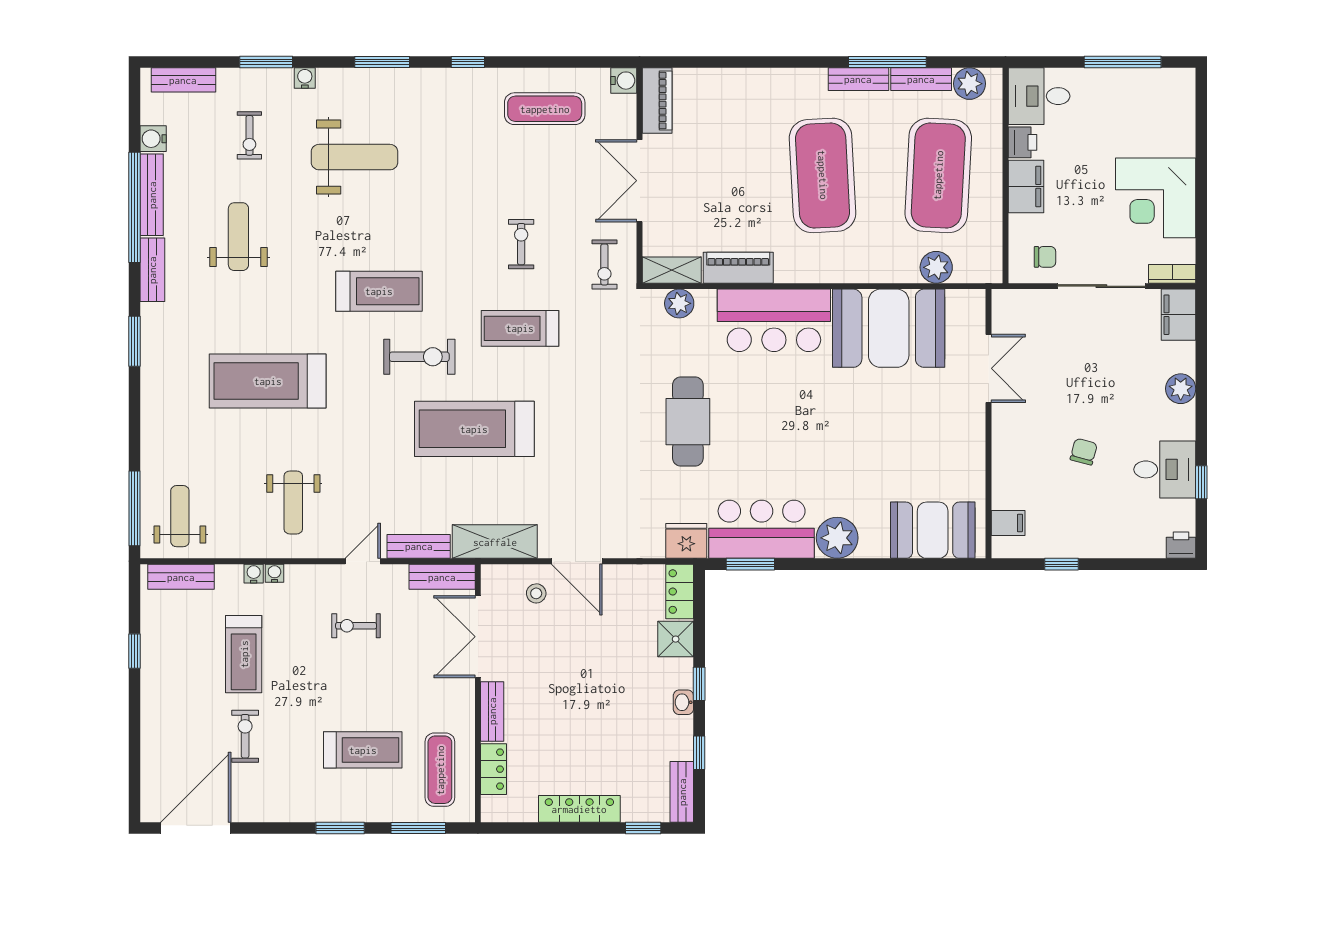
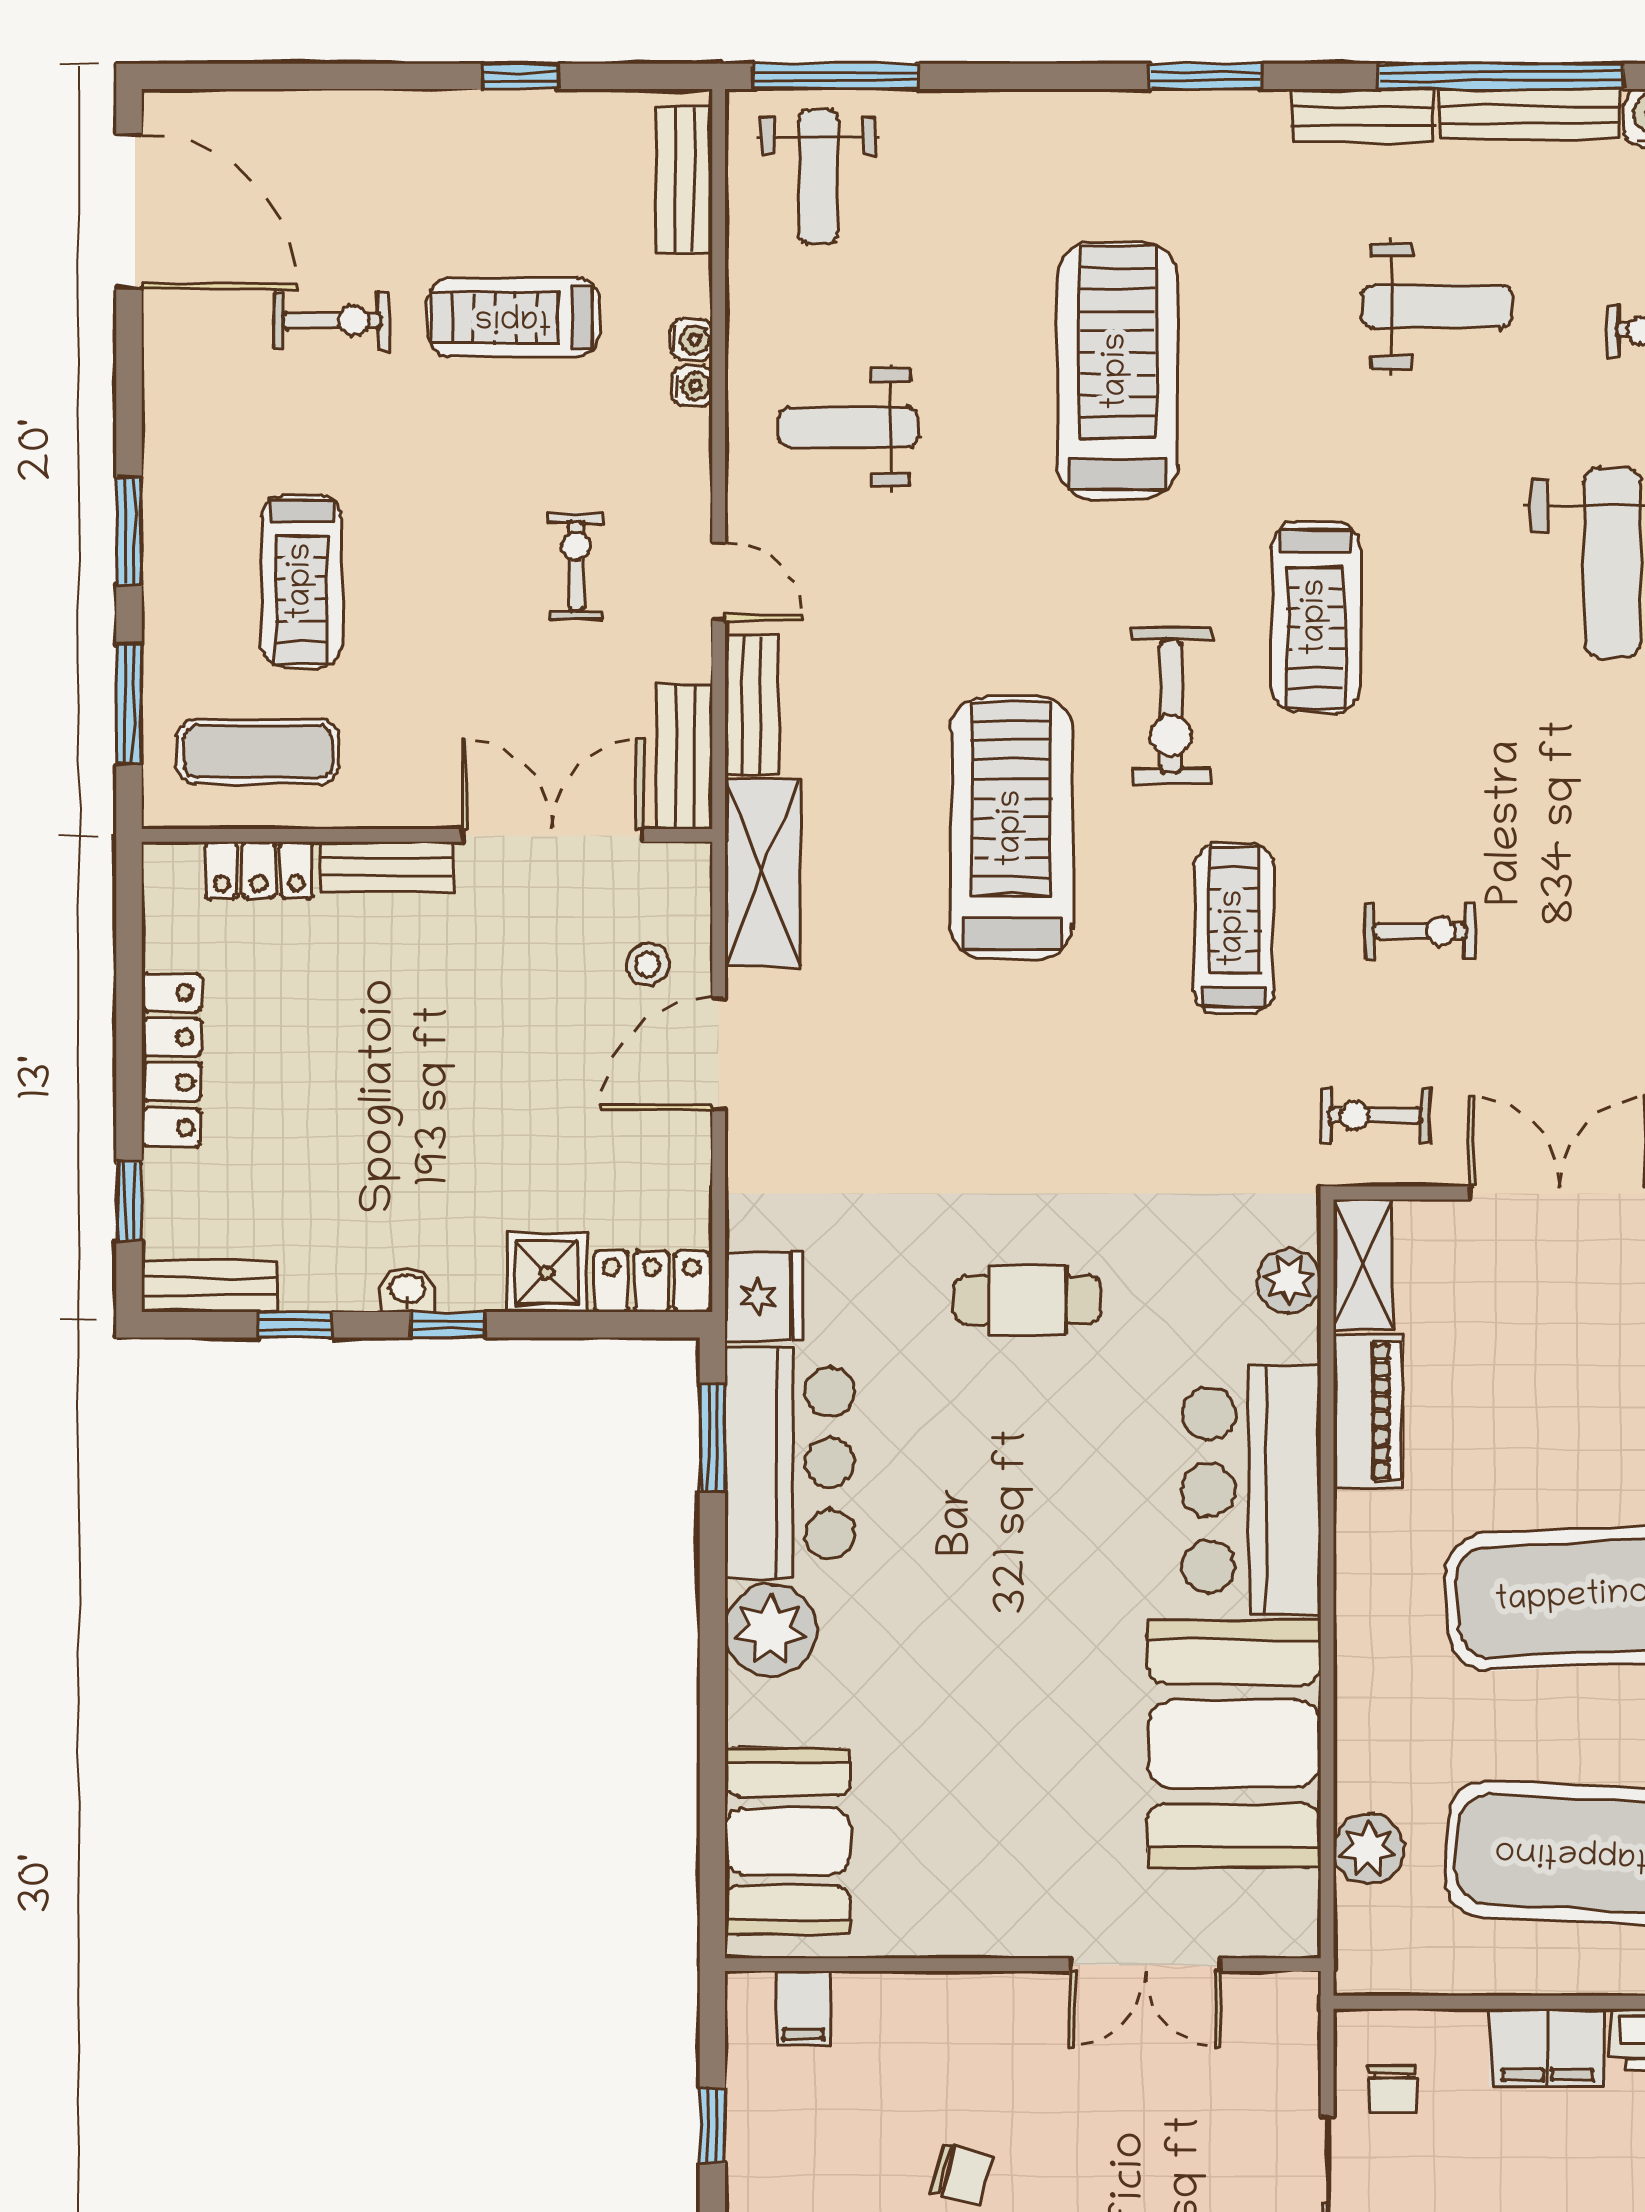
cafe table: (688, 422) -> (1028, 1300), width x0.73, depth x0.74
weight bench: (180, 516) -> (819, 177), turned 90

